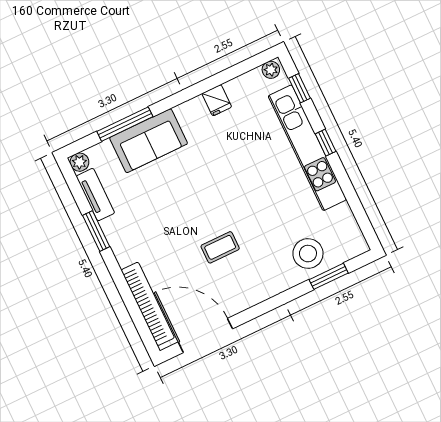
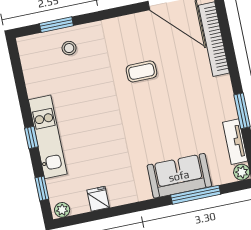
fridge: (217, 100) -> (98, 199), moved
kitchen unit: (307, 148) -> (48, 137), width x0.73
stool: (308, 254) -> (69, 48), width x0.53, depth x0.53

